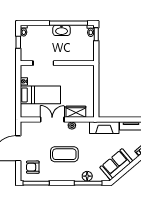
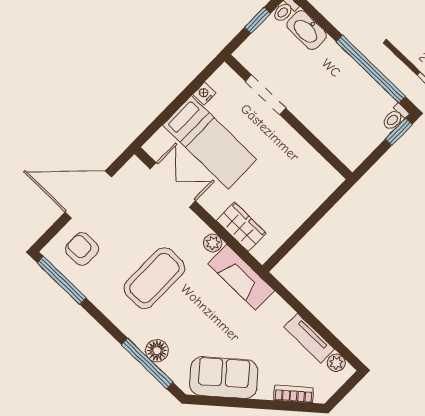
washbasin: (62, 30) -> (307, 30), moved
double door: (52, 120) -> (173, 185), moved
fireplace: (104, 128) -> (241, 277), moved
coffee table: (64, 154) -> (154, 278), turned 90

